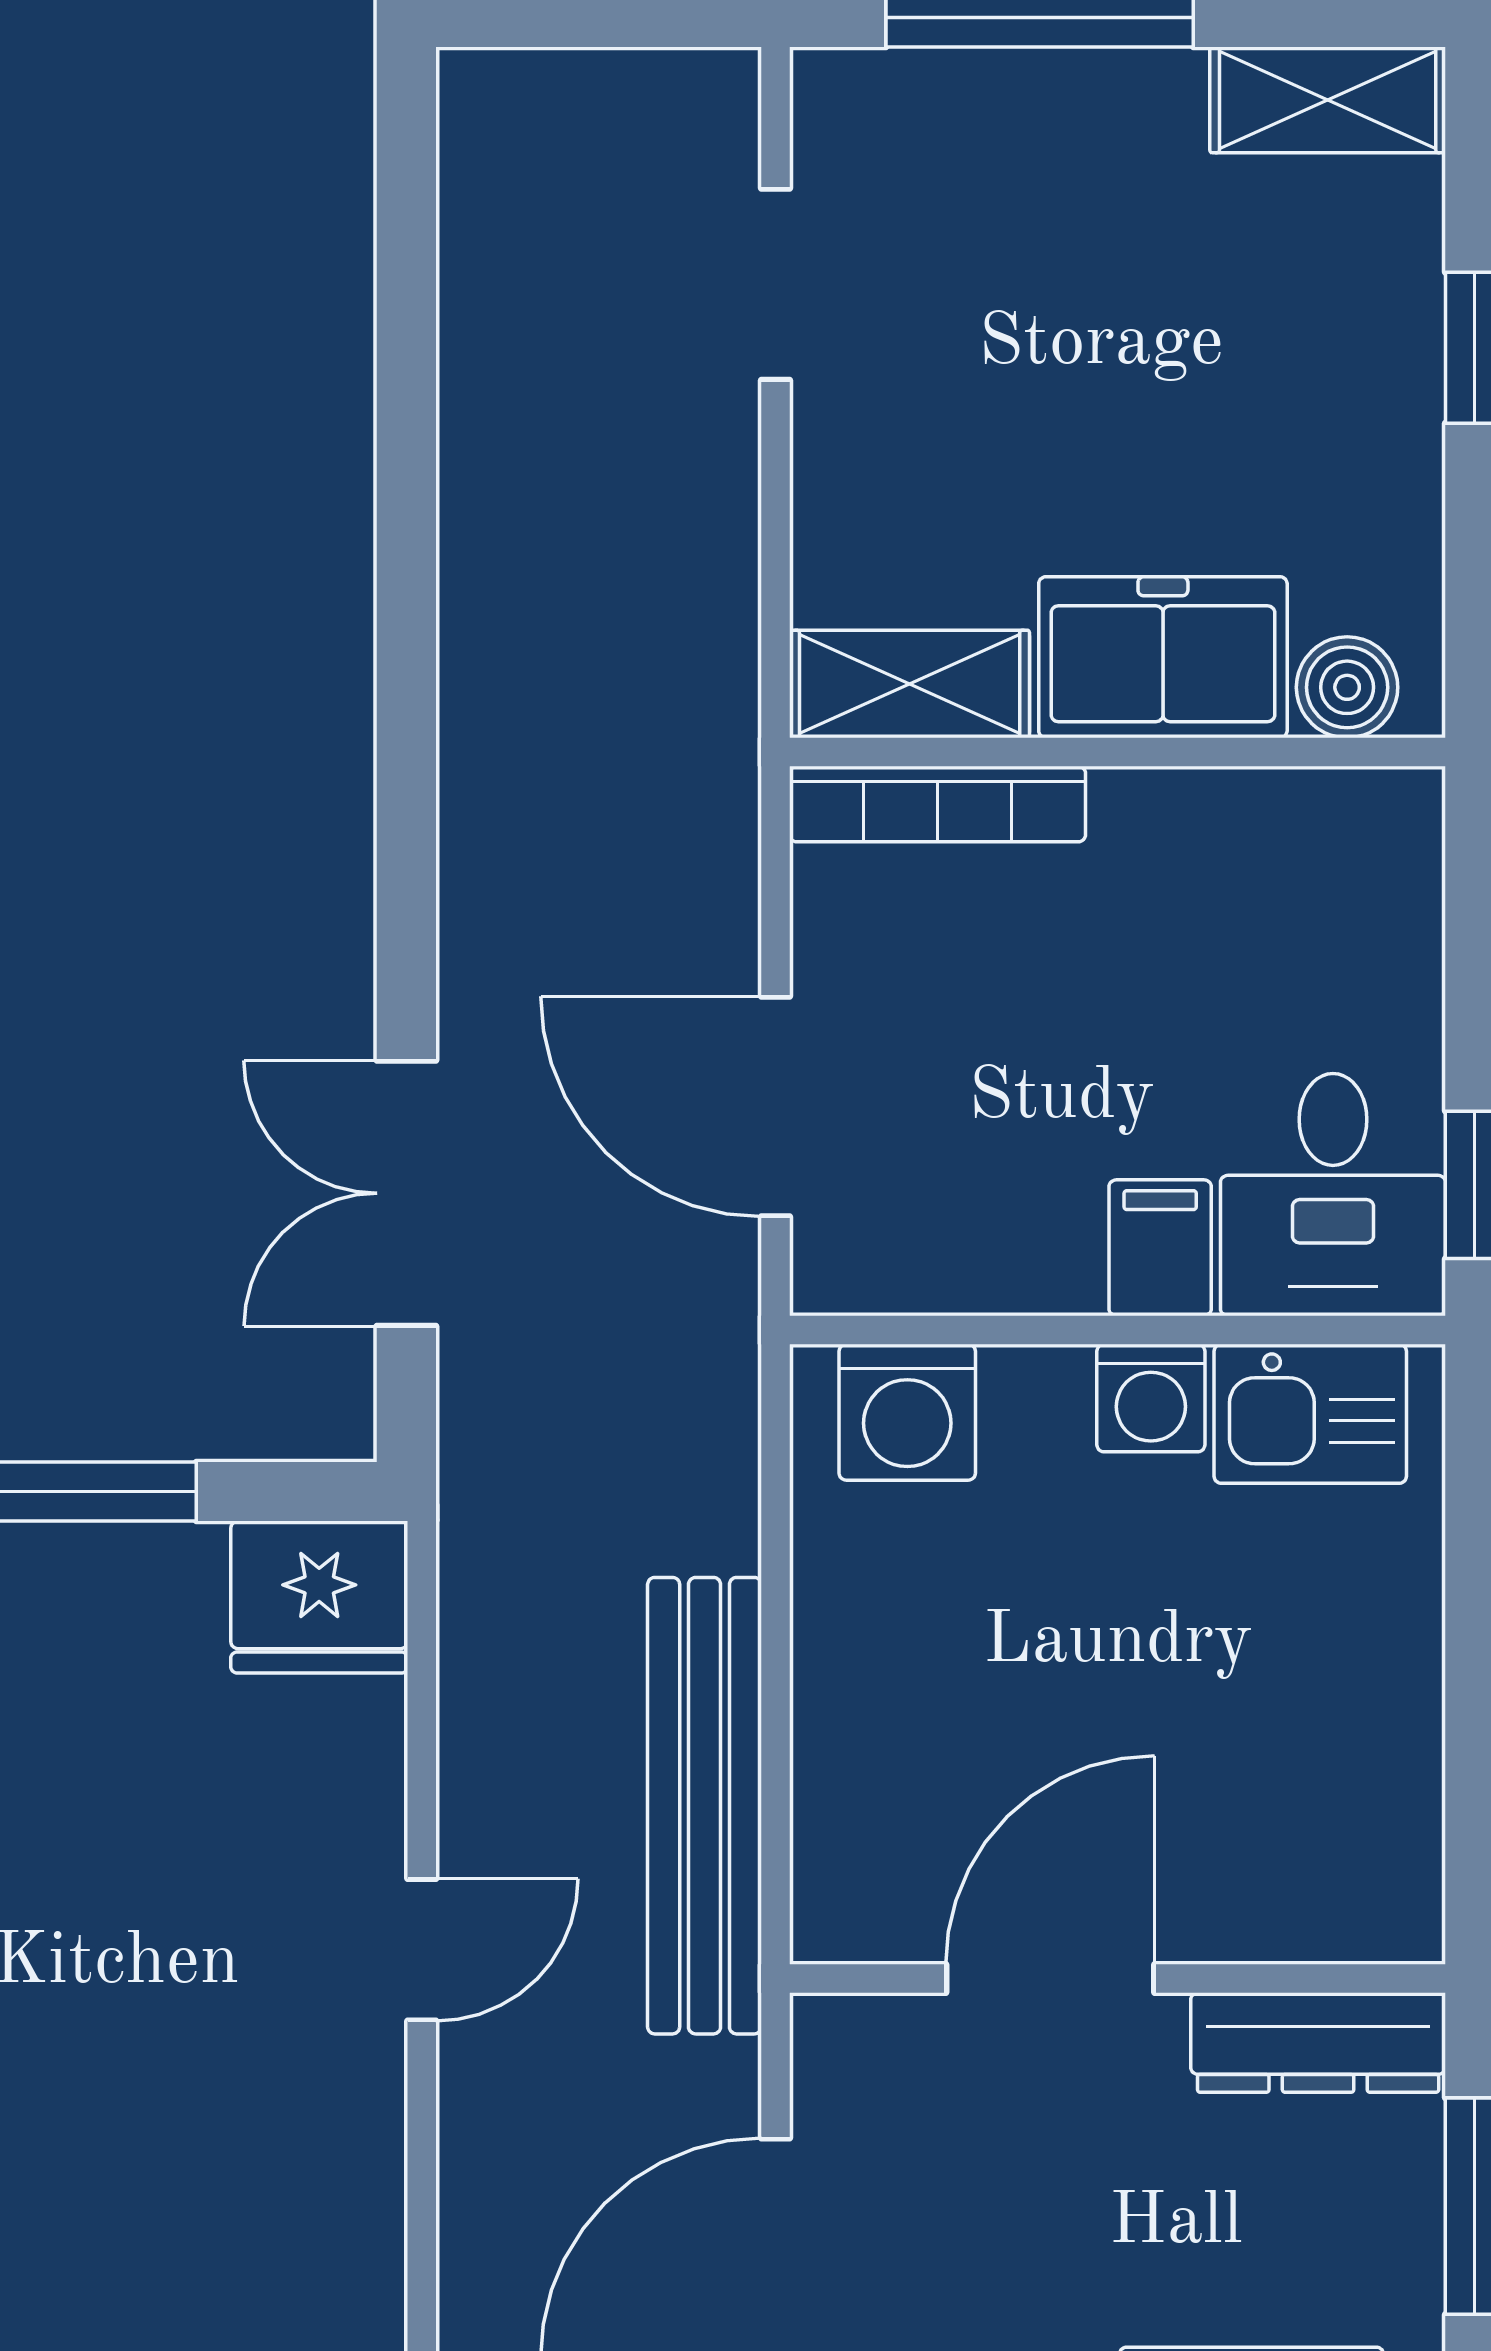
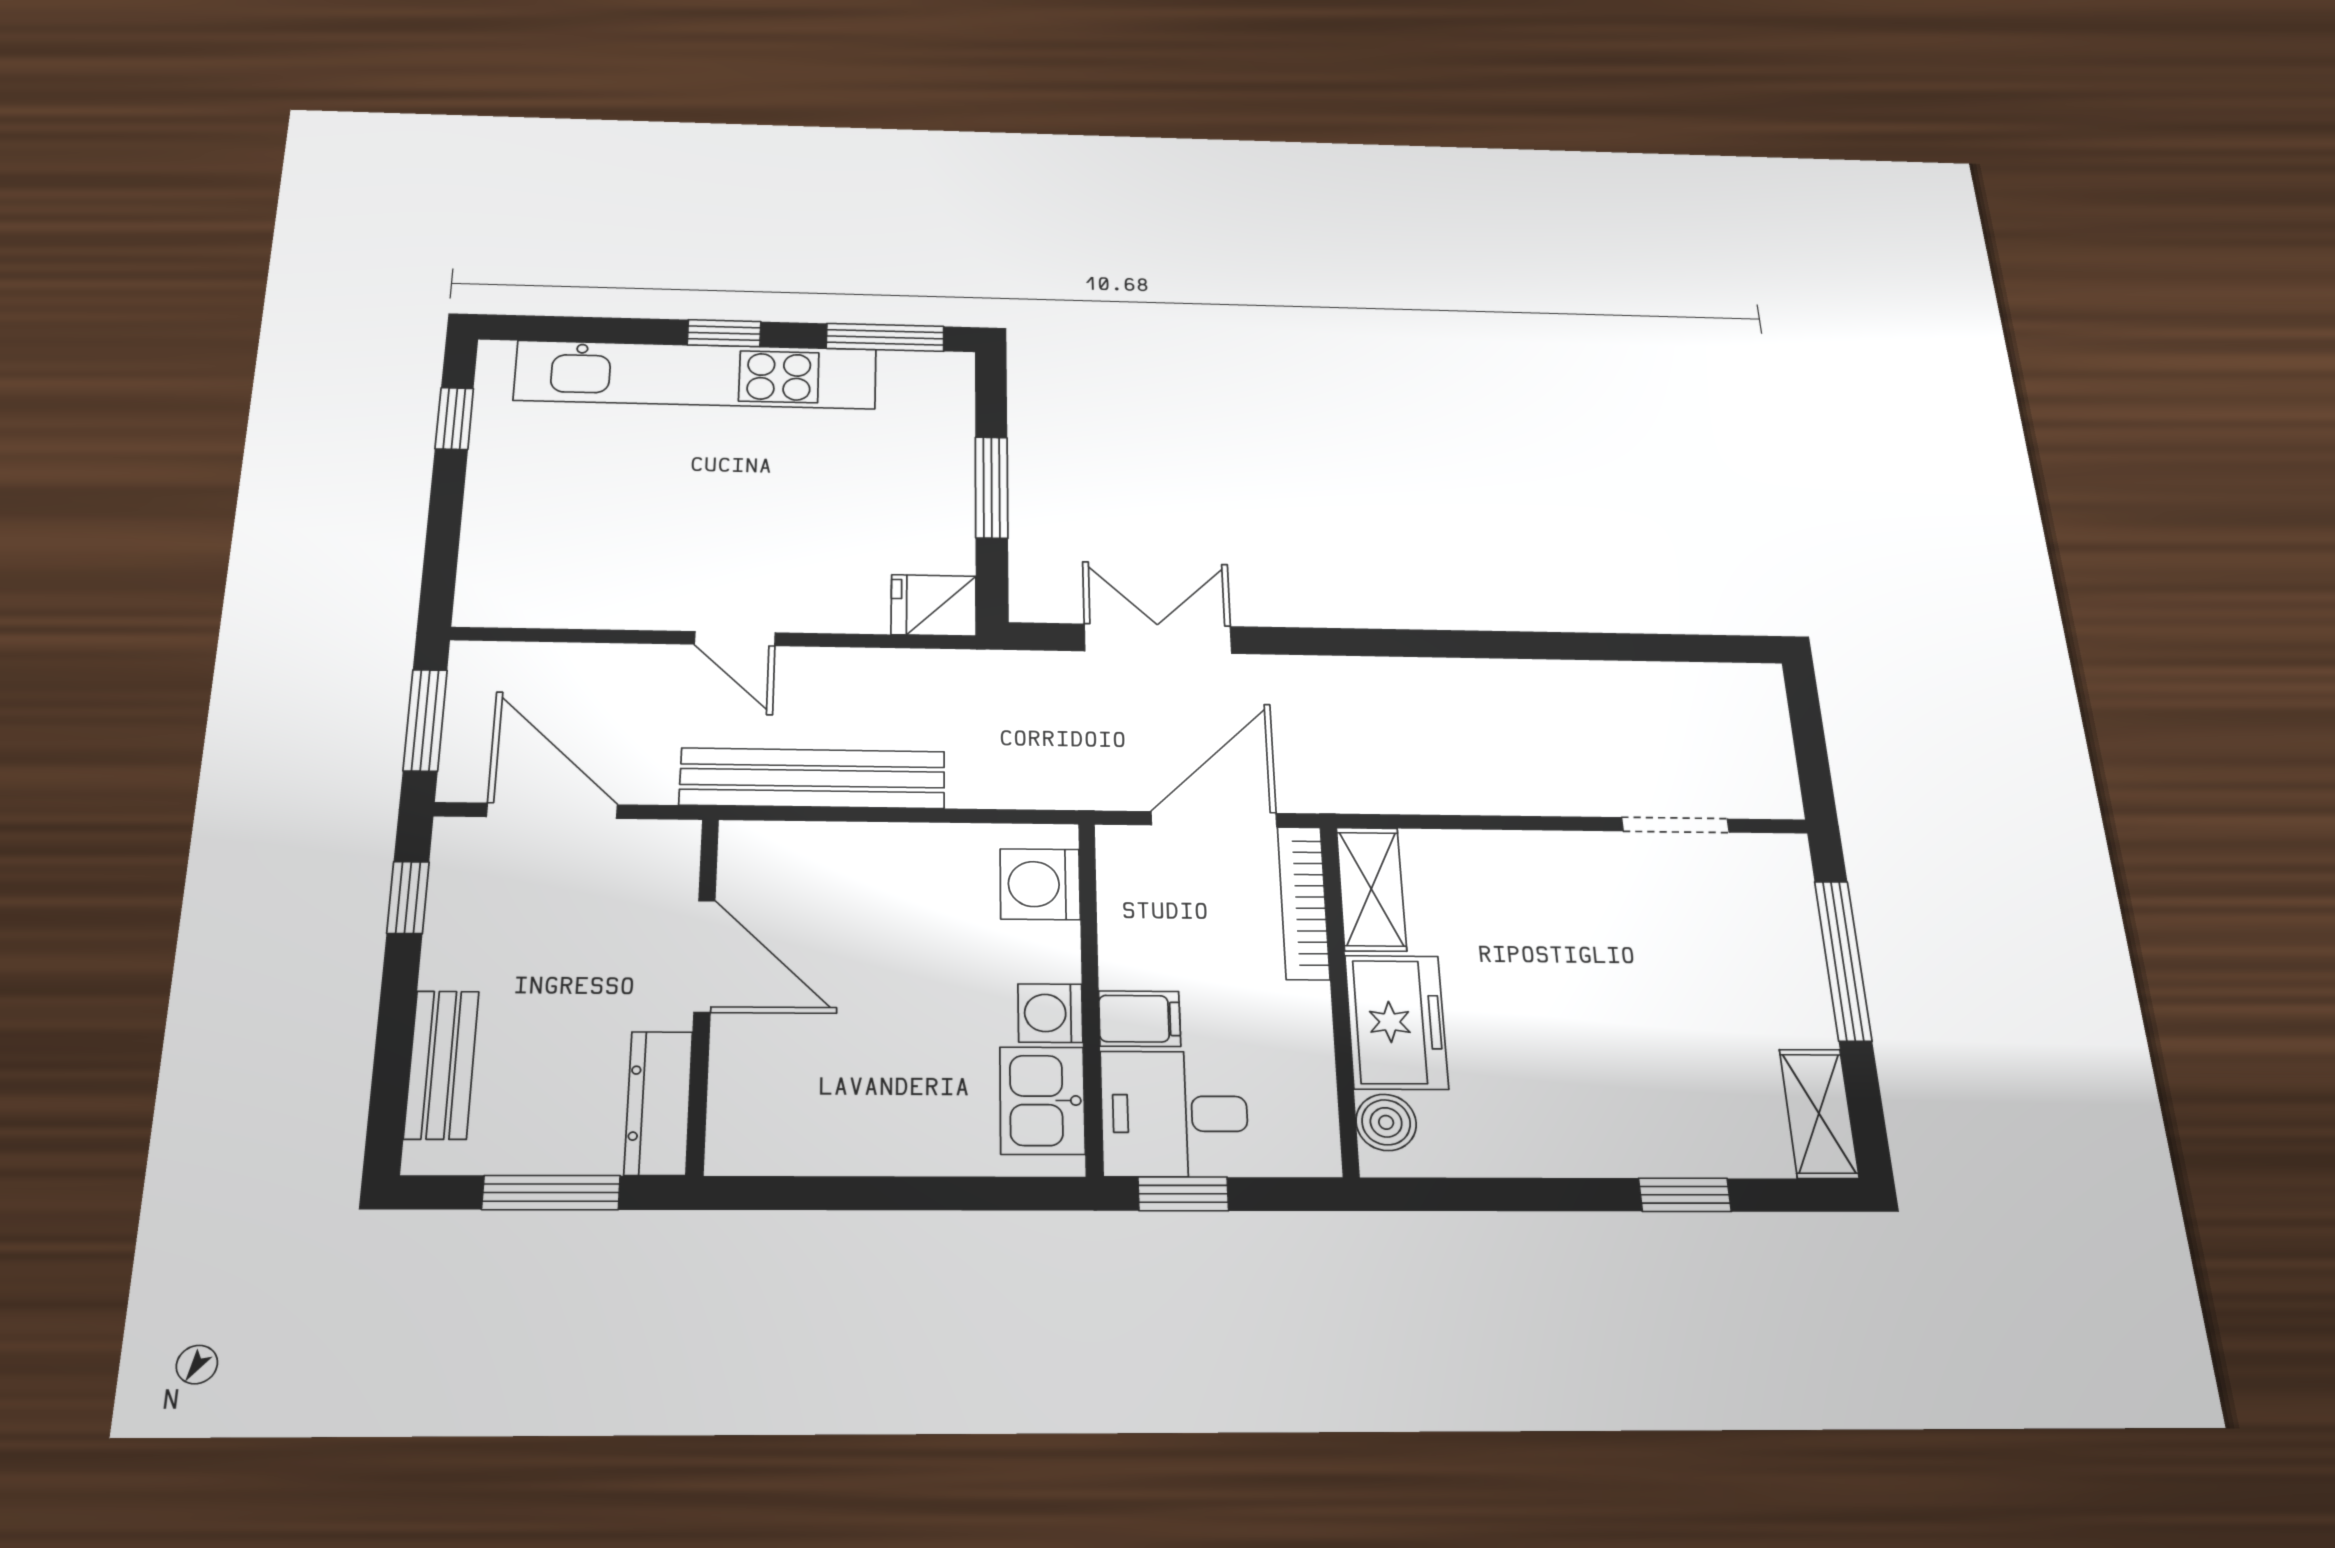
freezer: (1163, 657) -> (1396, 1022), moved
shelving: (910, 684) -> (1371, 889), moved
boiler: (1347, 687) -> (1386, 1122), moved
wall: (1118, 752) -> (1339, 997), moved
bookcase: (938, 804) -> (1303, 903), moved
fridge: (319, 1597) -> (934, 605), width x0.72

